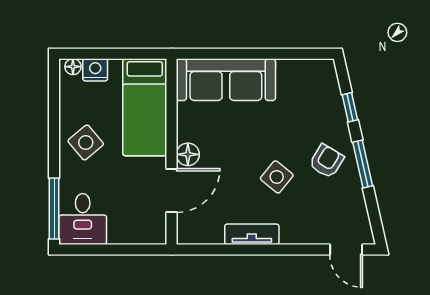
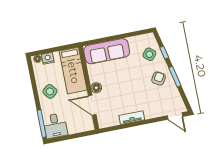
side table: (277, 177) -> (149, 54), moved
door: (172, 190) -> (92, 105), swing flipped

